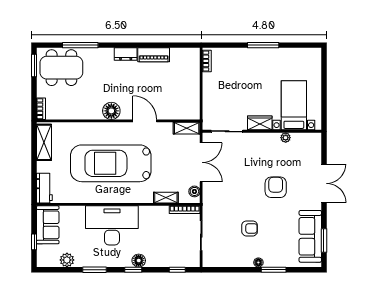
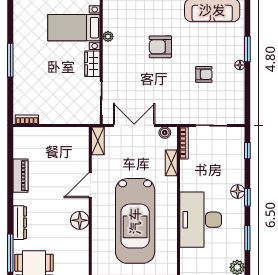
dresser: (126, 54) -> (20, 223), moved, width x1.44
armchair: (250, 228) -> (204, 74), turned 90

